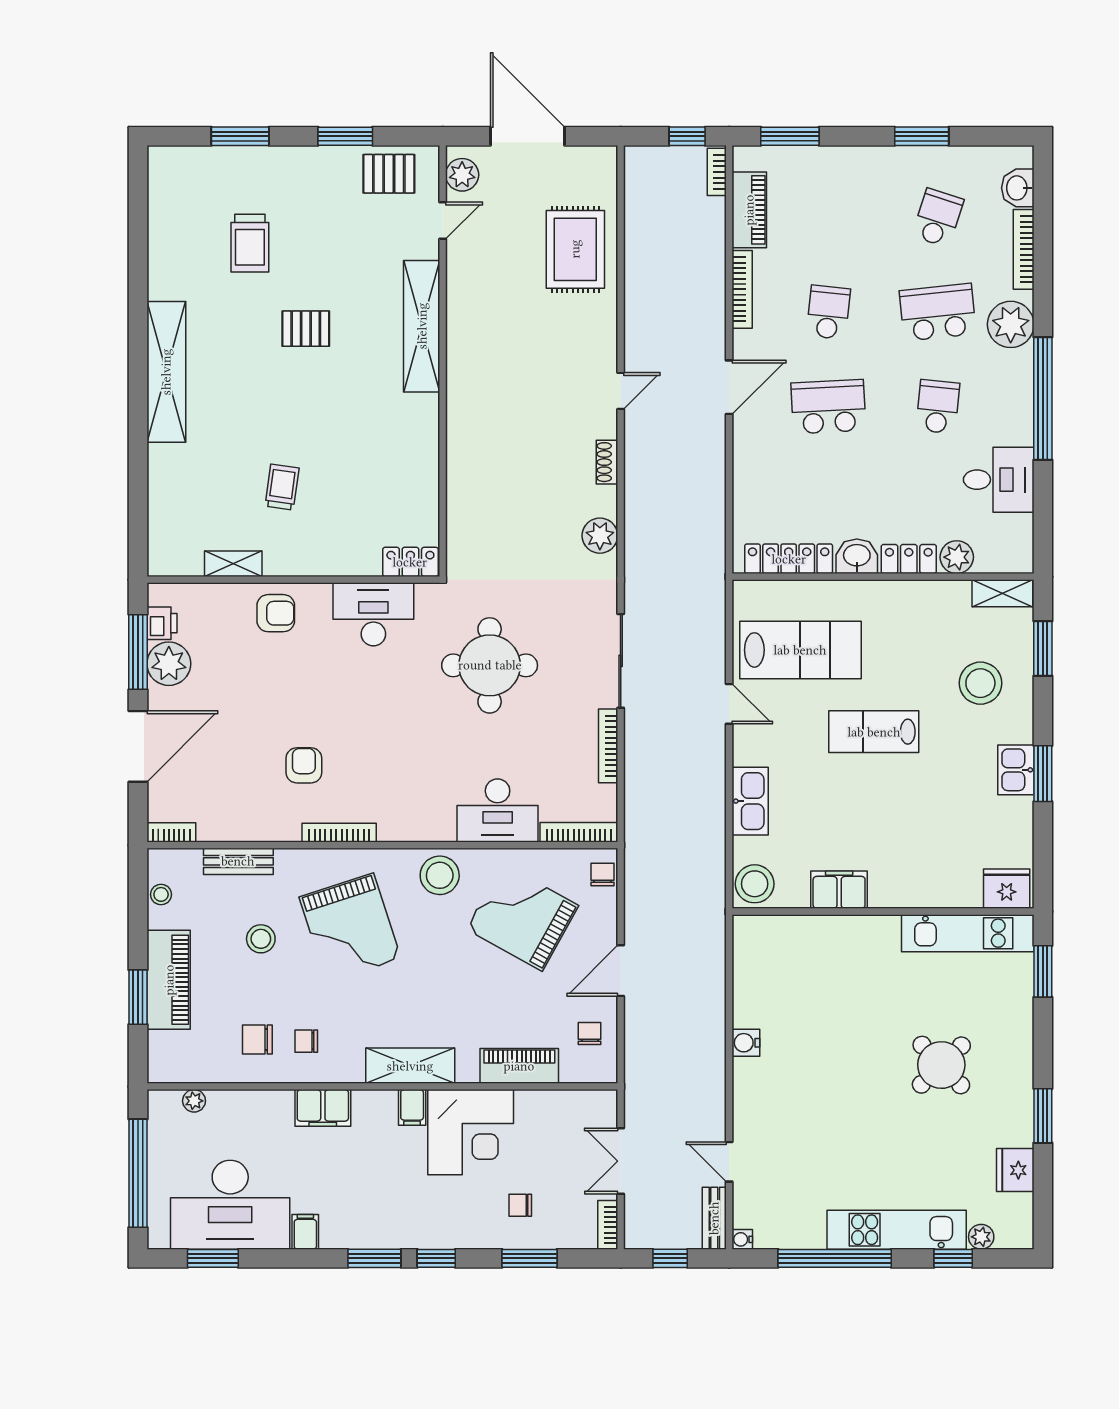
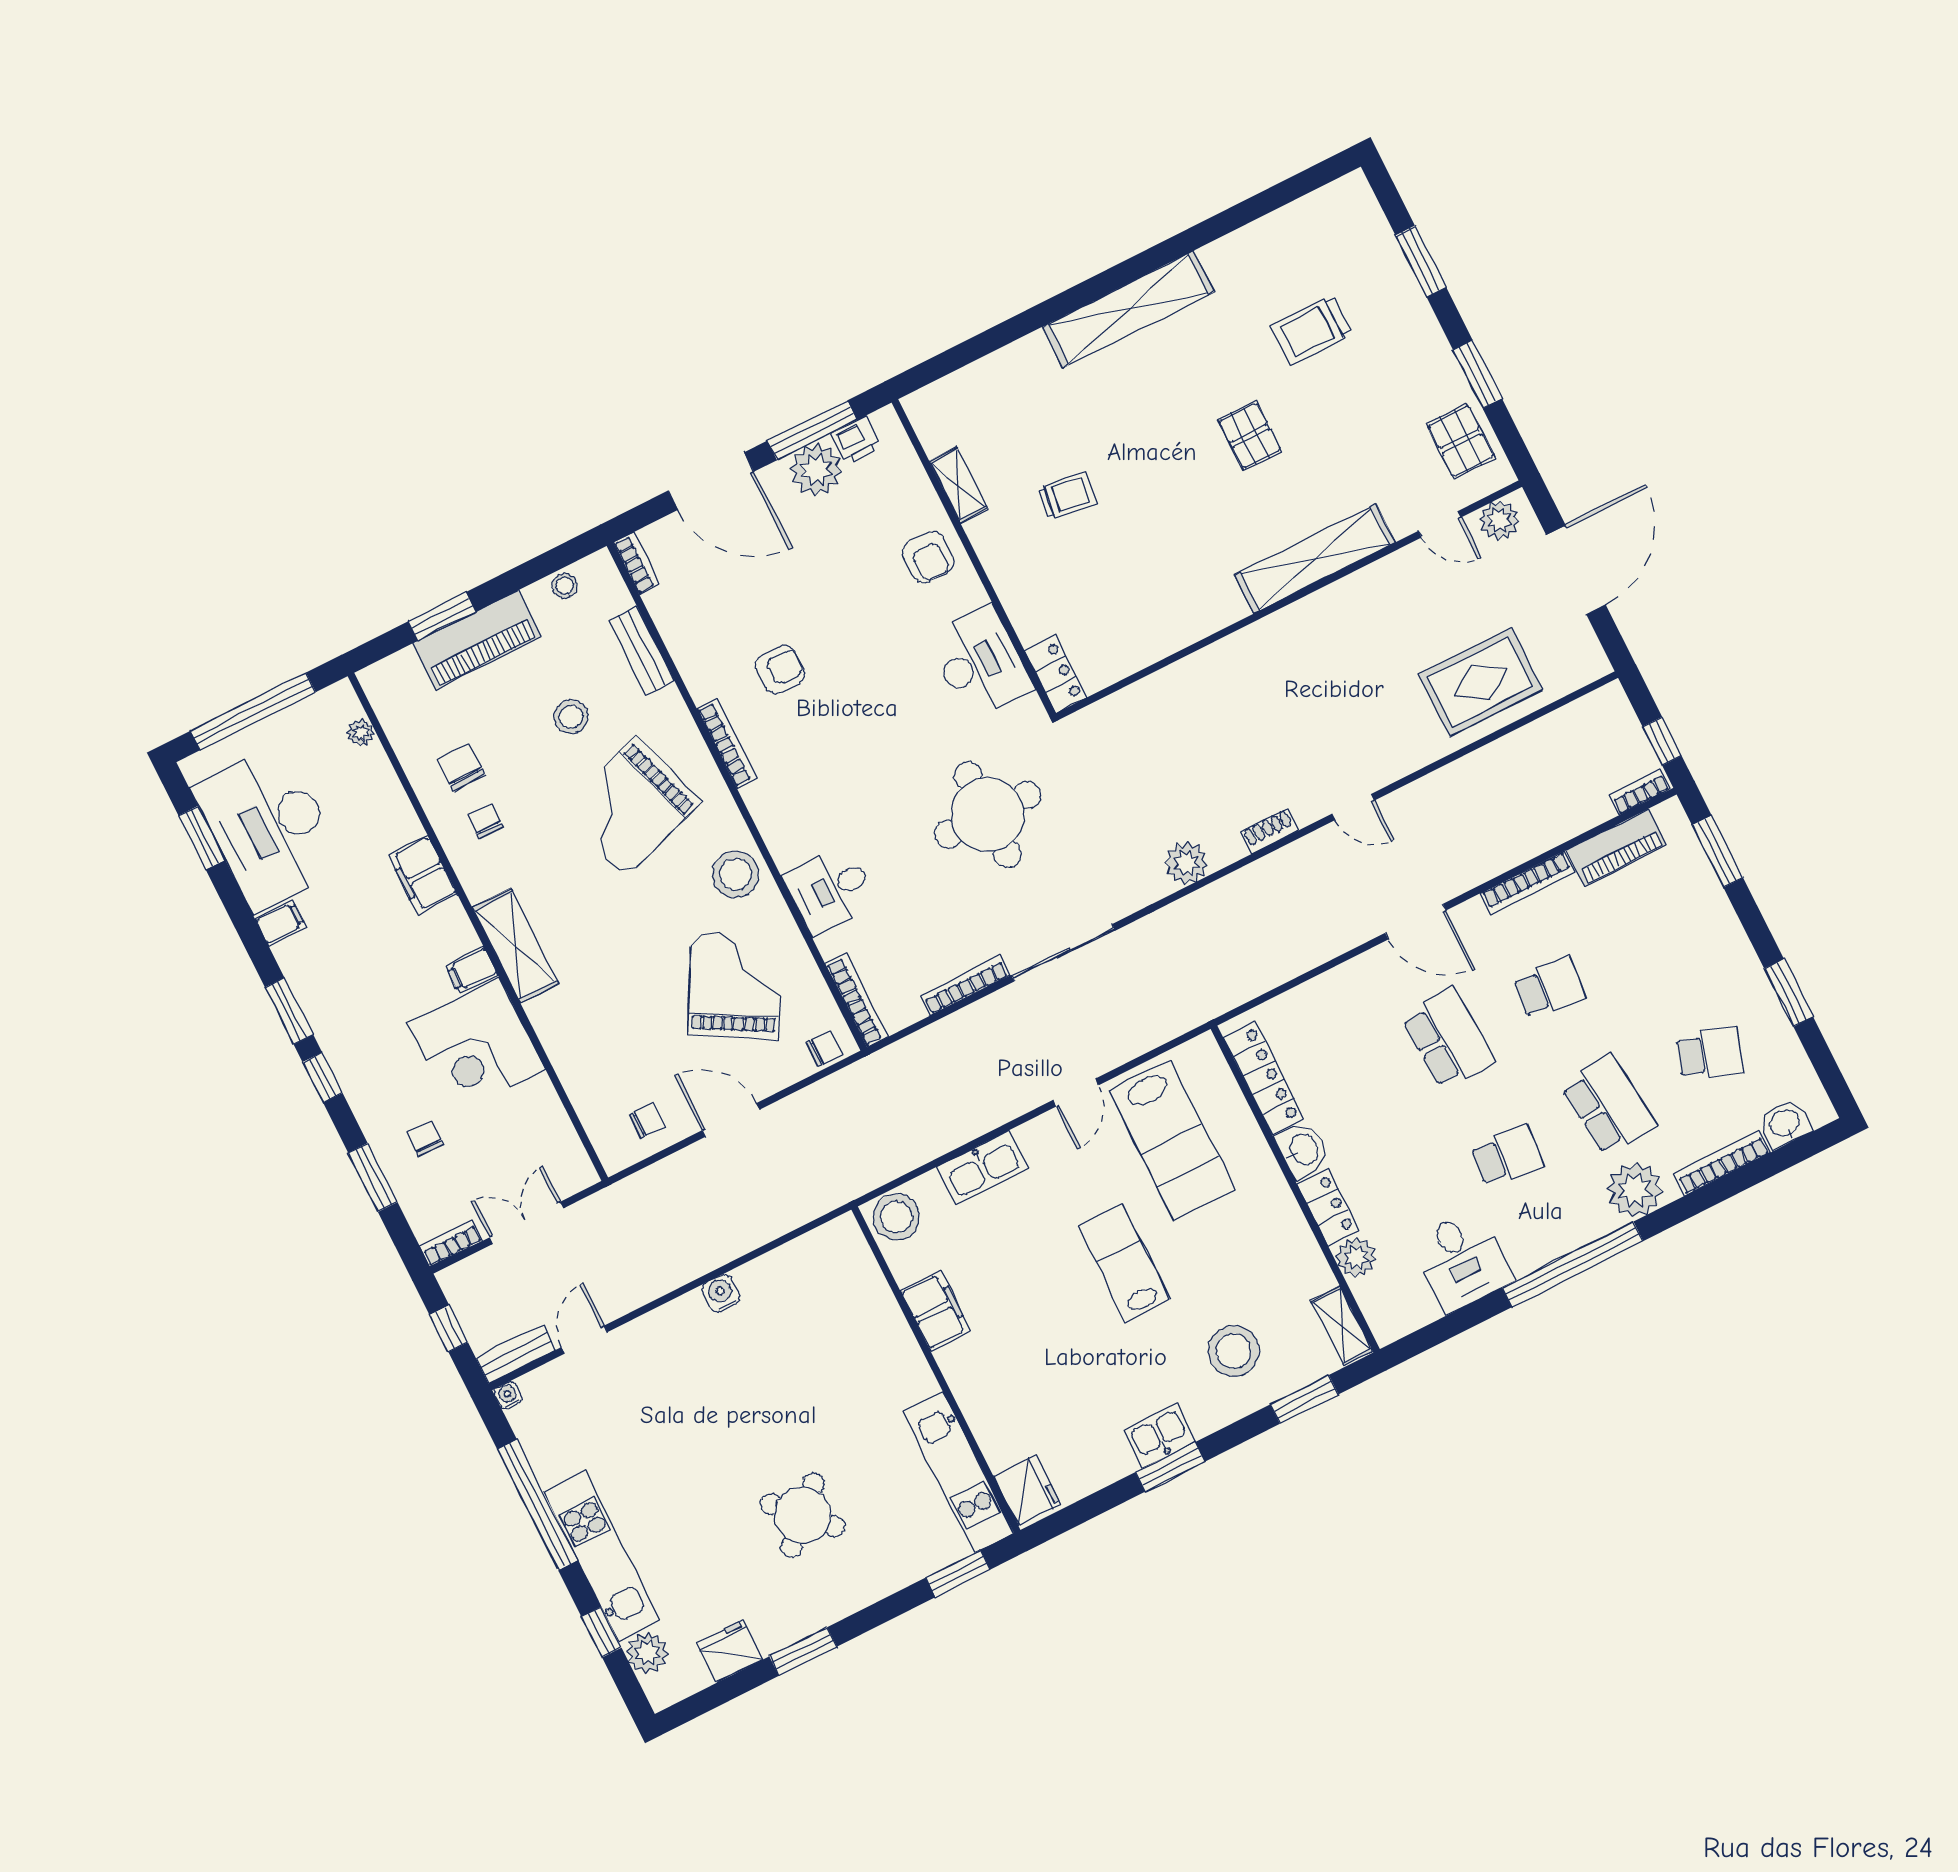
desk: (498, 810) -> (830, 890), width x0.73
piano: (519, 1066) -> (574, 1063), removed
plant: (981, 1237) -> (647, 1653), width x1.38, depth x1.38

